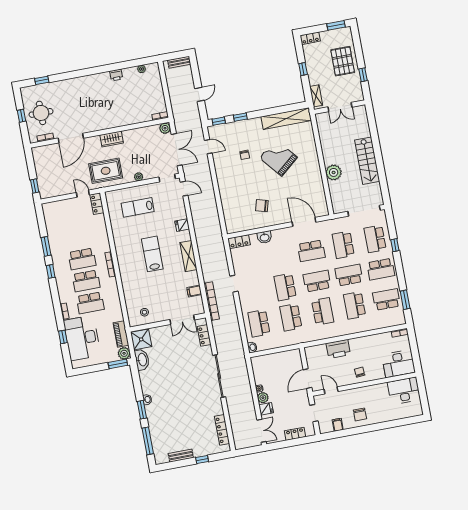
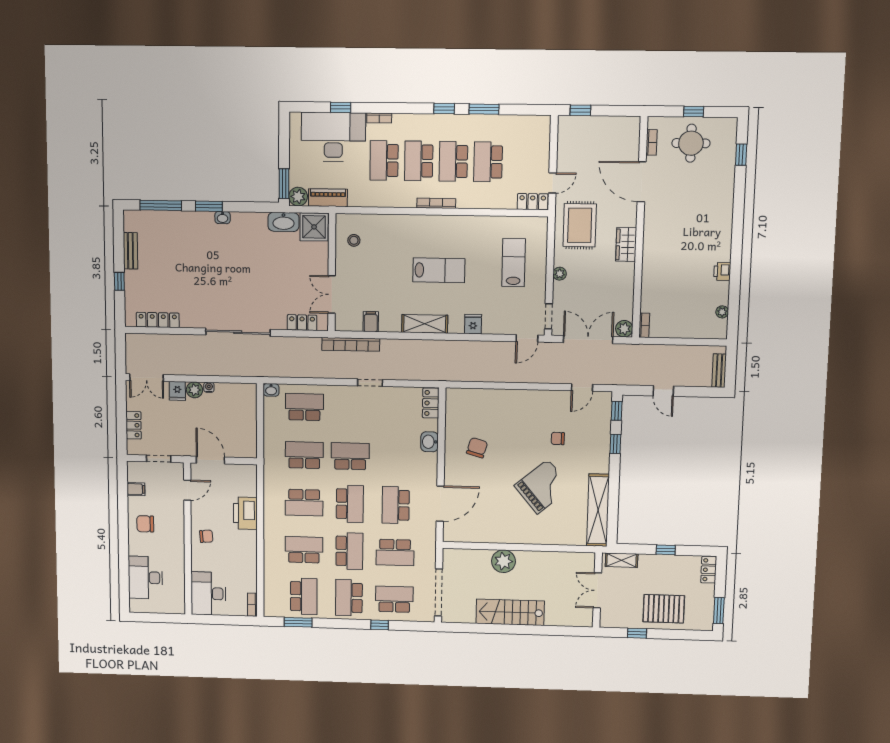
double door: (177, 150) -> (588, 340), swing flipped
school desk: (78, 237) -> (488, 162), added
school desk: (343, 245) -> (395, 552), turned 180
desk: (404, 391) -> (145, 578), moved, turned 180

